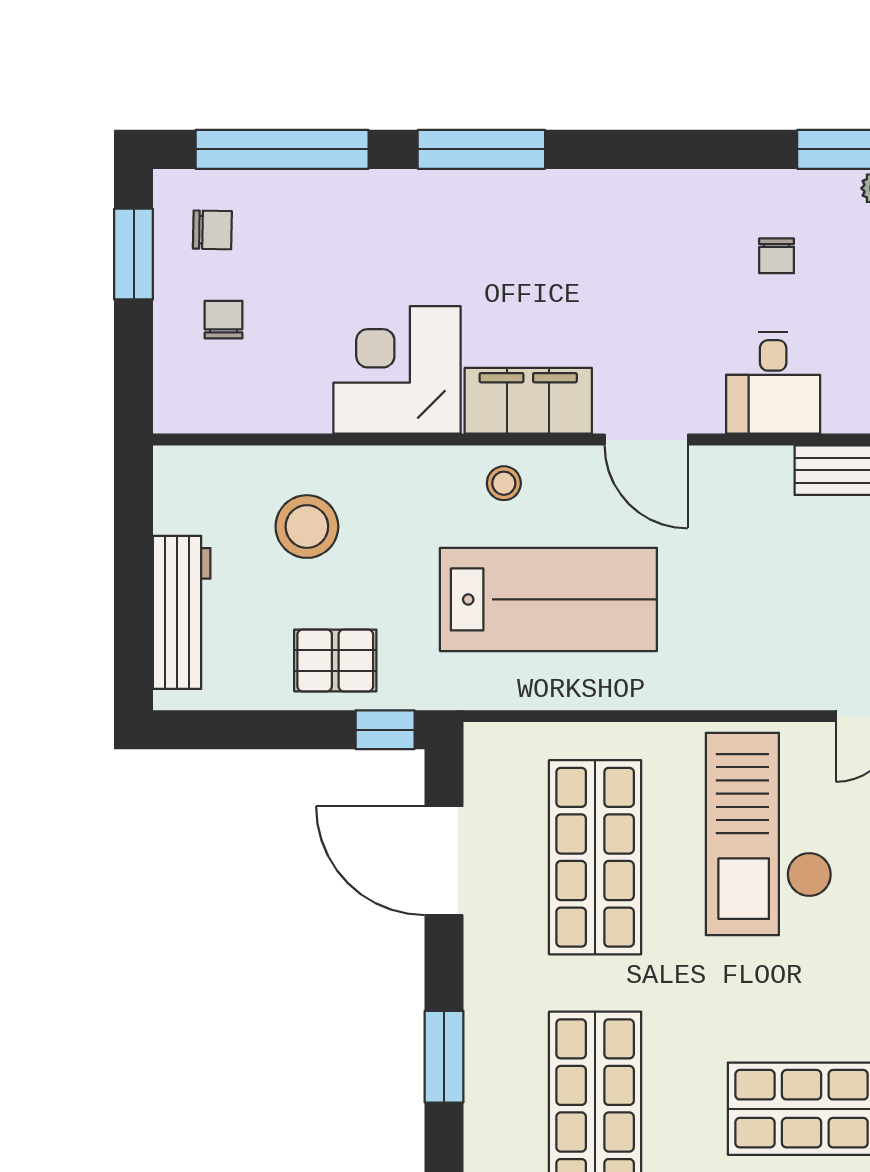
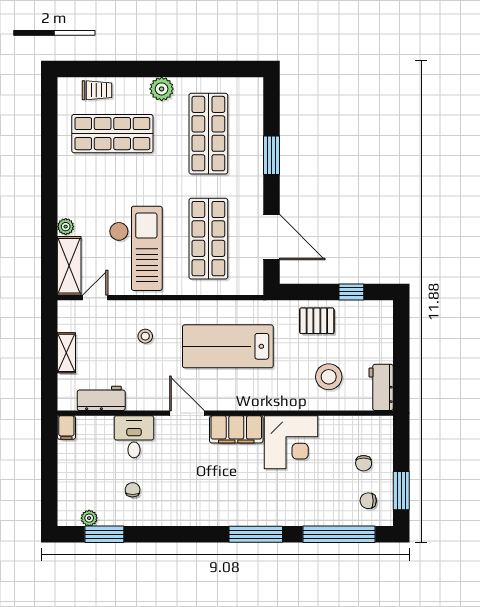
stool: (504, 483) -> (145, 336), moved
workbench: (182, 612) -> (381, 387), moved, width x0.73
window: (385, 730) -> (351, 292), moved

